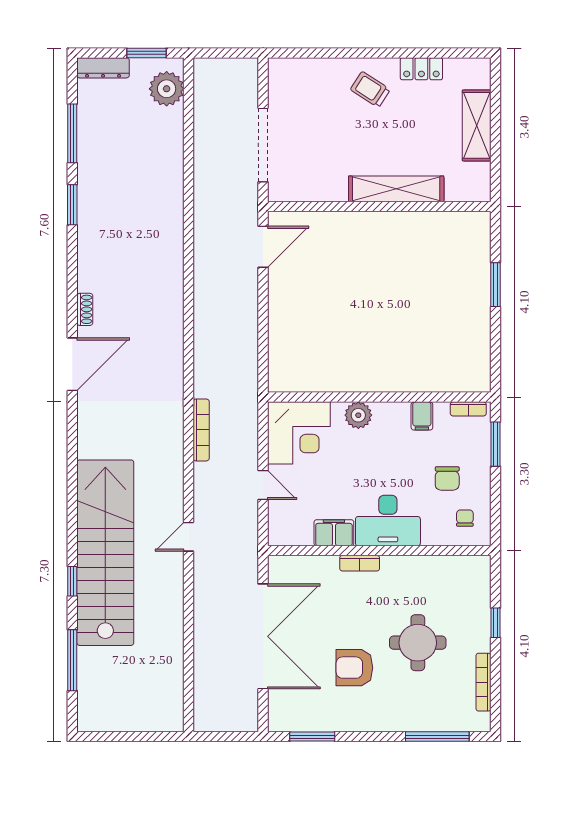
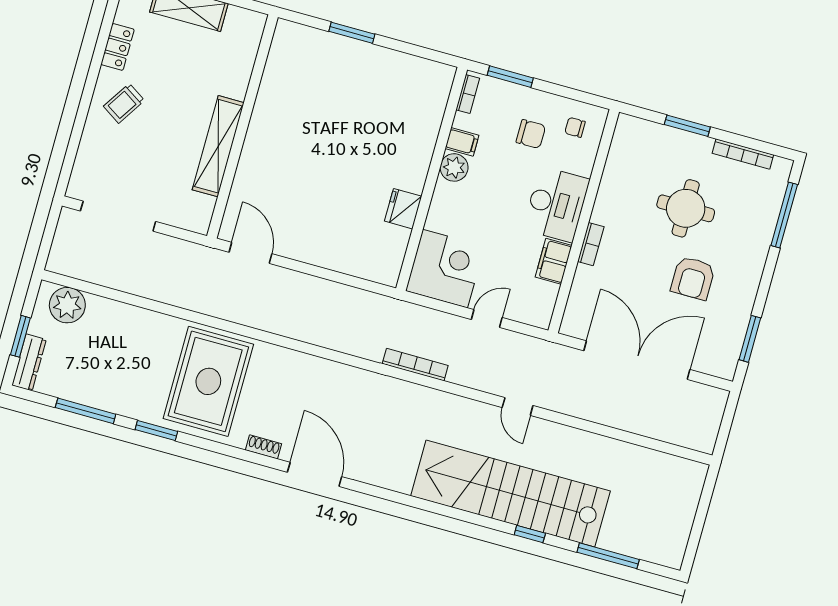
window: (147, 53) -> (20, 336), moved
doorway: (263, 145) -> (118, 216), moved
shelving: (396, 189) -> (218, 146), moved
rug: (132, 241) -> (208, 381), added
fridge: (344, 378) -> (403, 209), added
plant: (358, 415) -> (454, 167), moved
window: (496, 623) -> (687, 126), width x1.50

